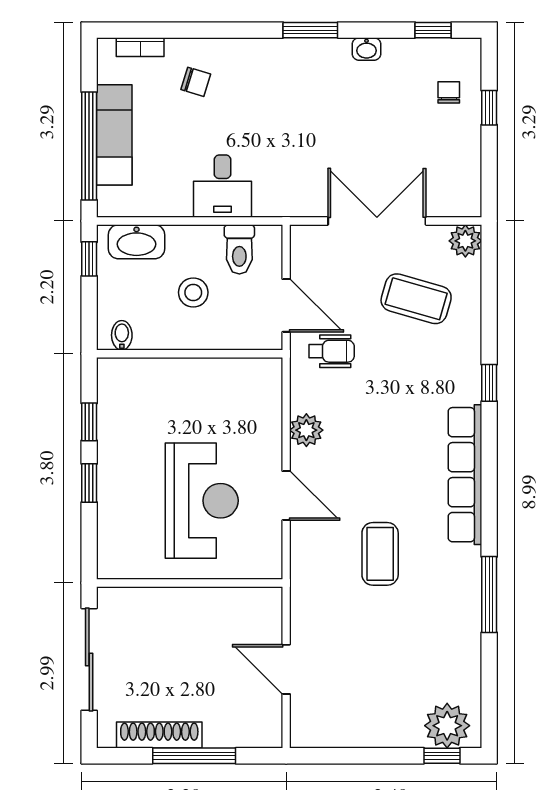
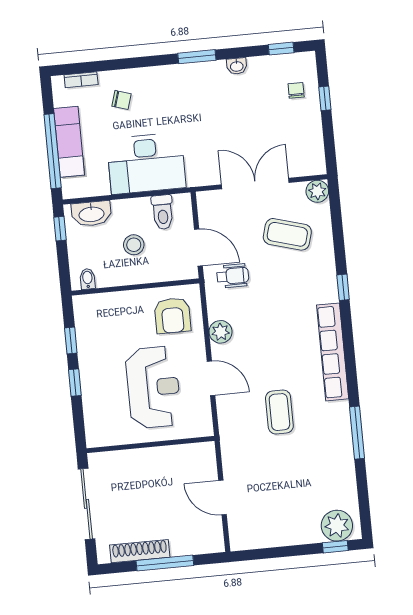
desk: (223, 186) -> (146, 163), width x1.87, depth x1.30
armchair: (239, 400) -> (172, 316), added

